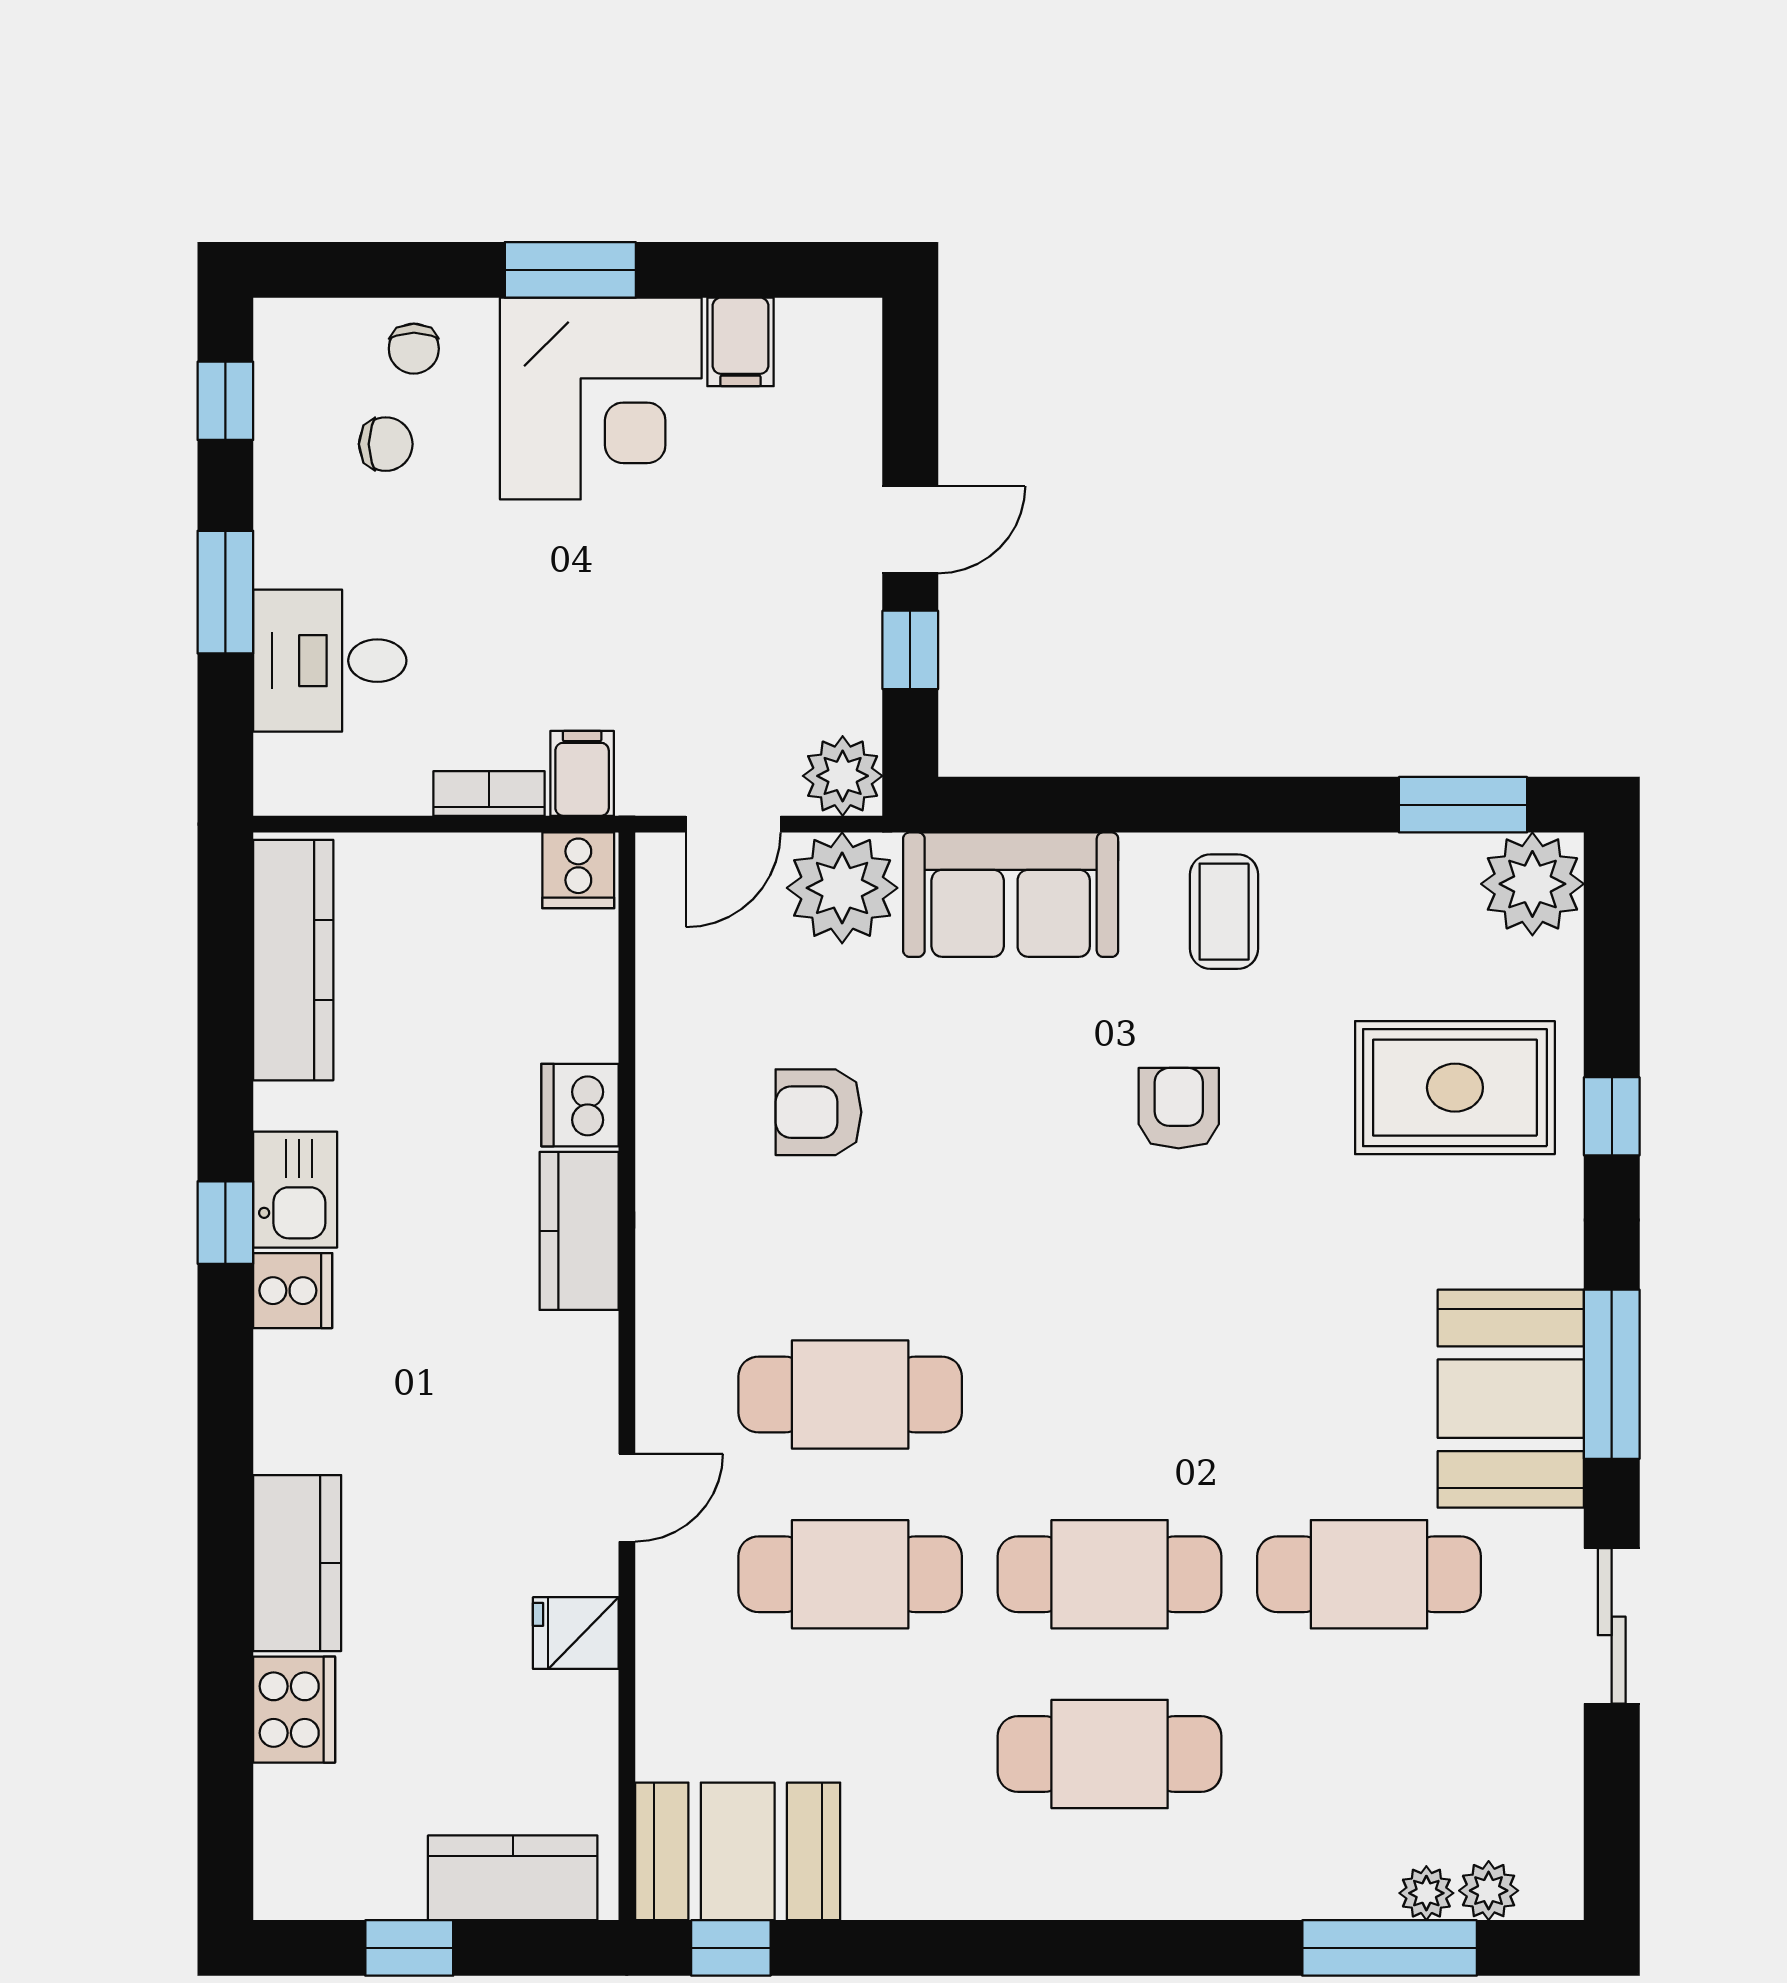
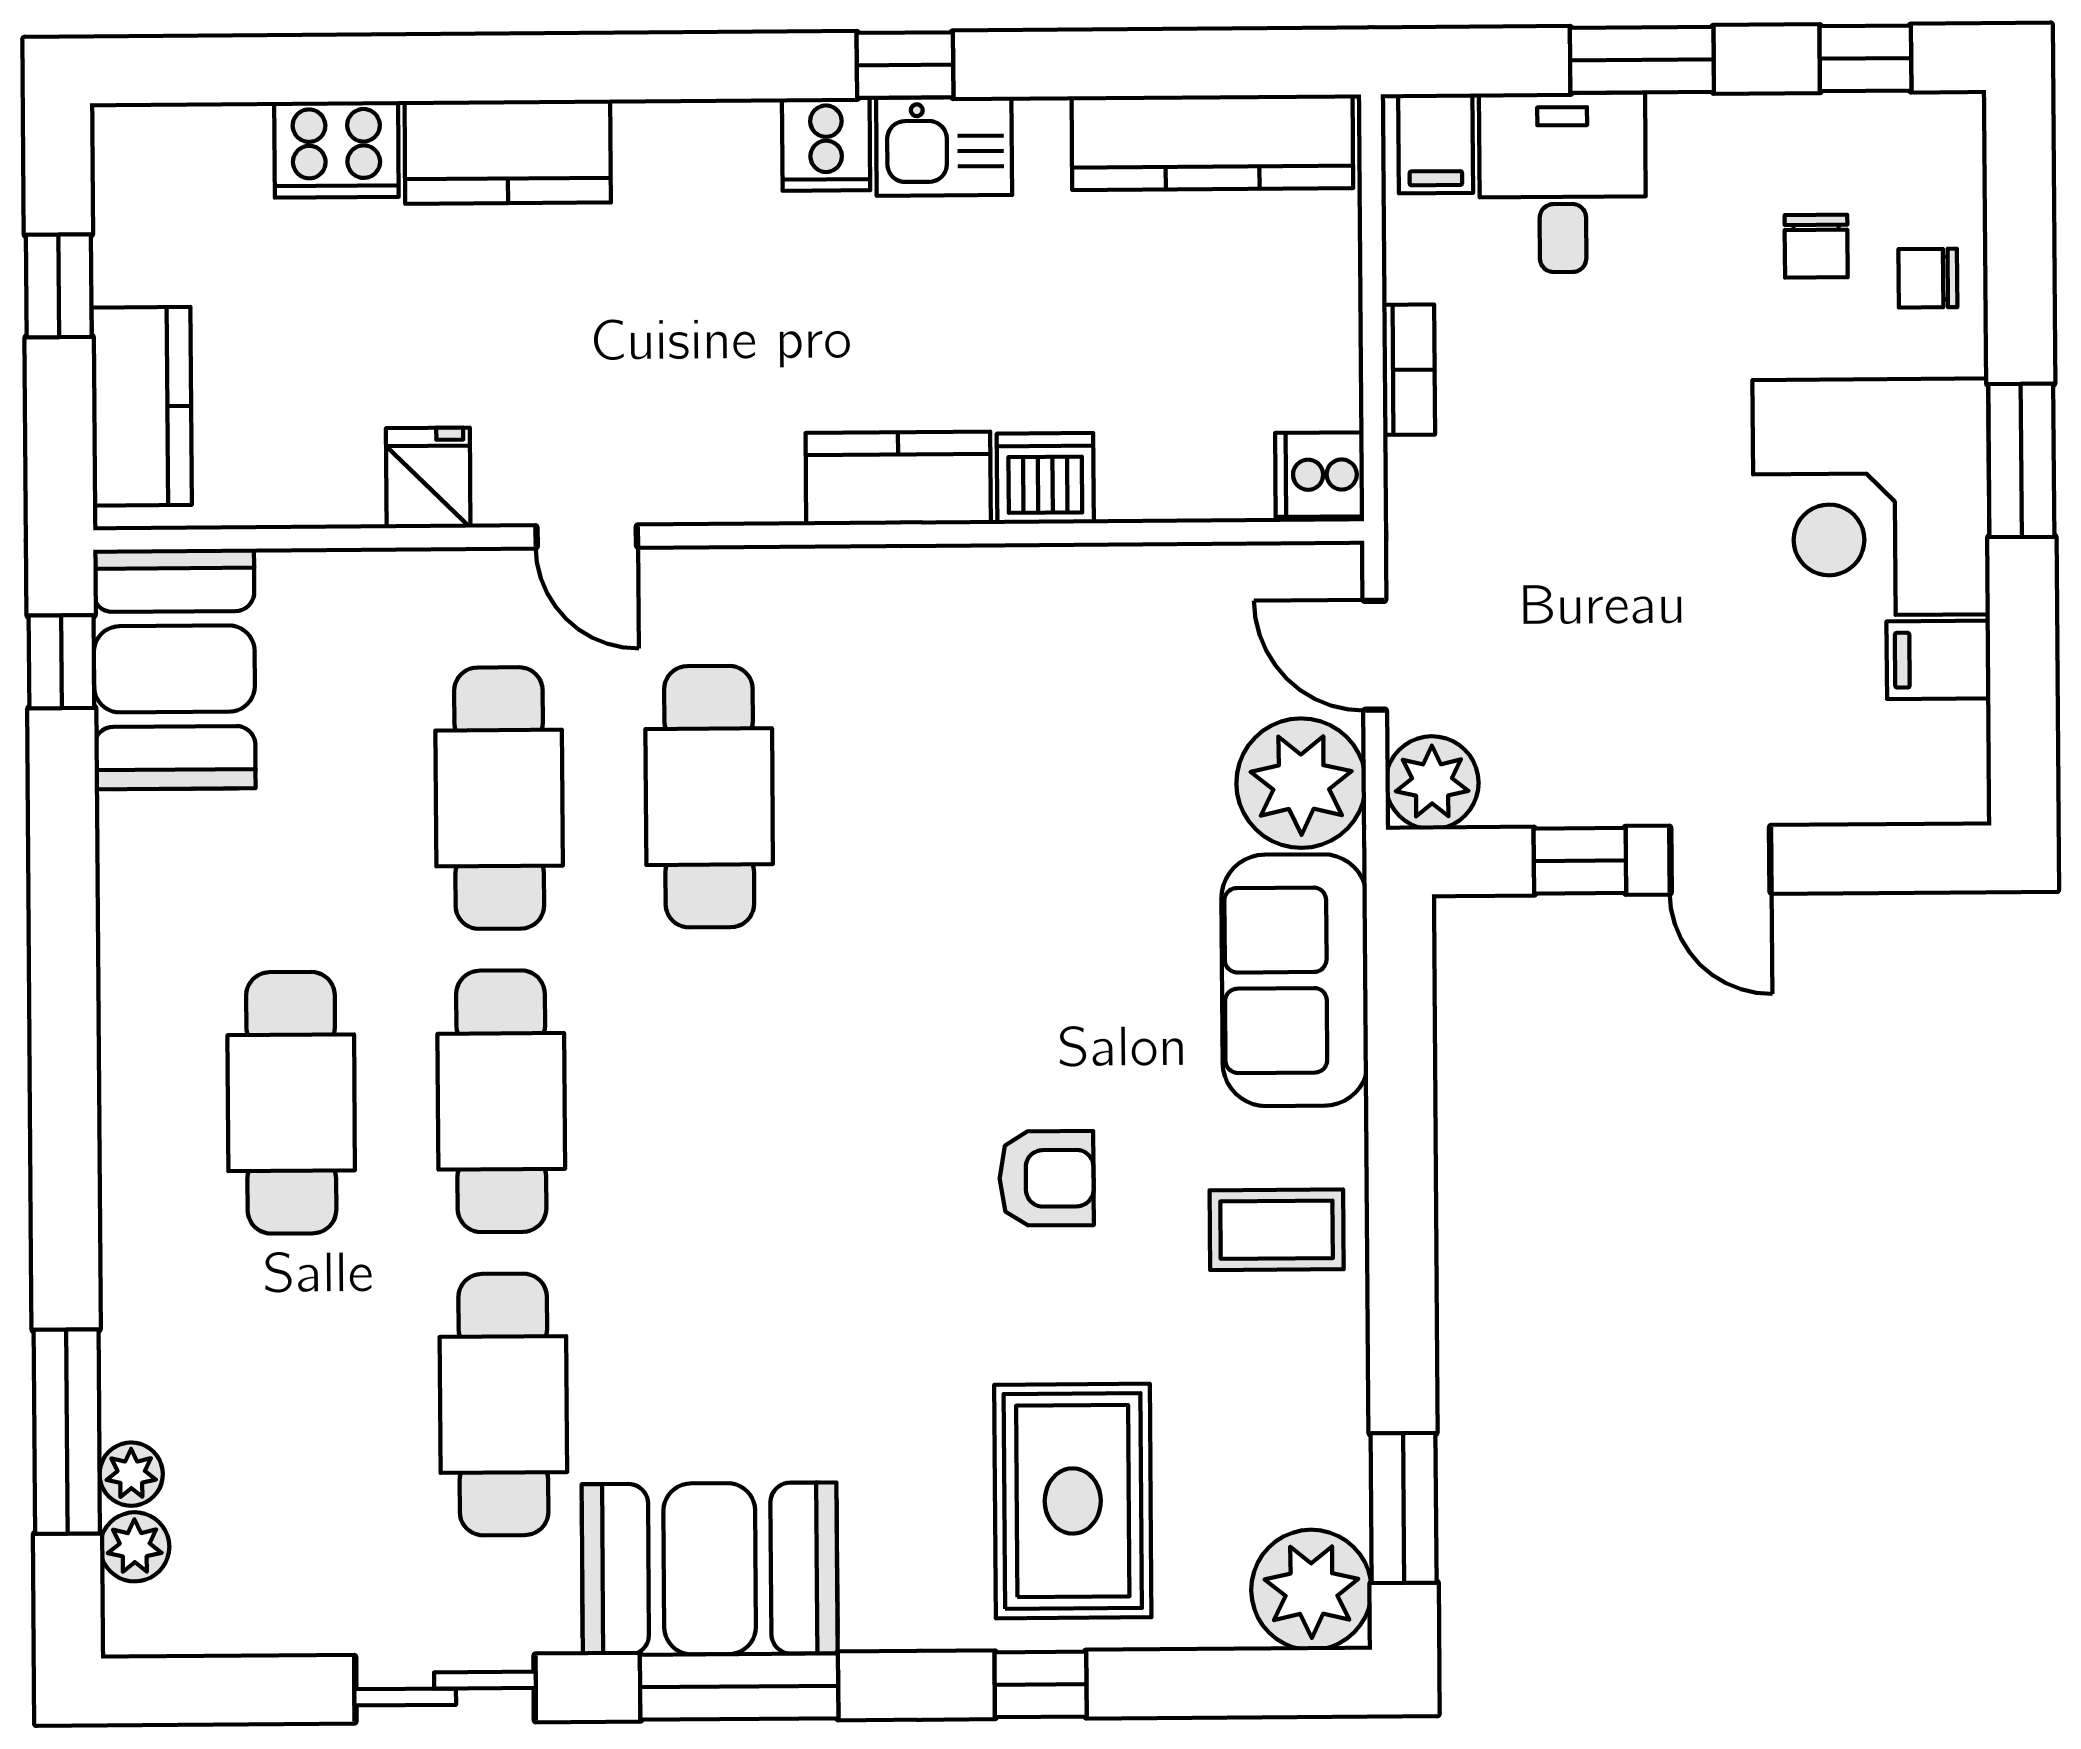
filing cabinet: (582, 773) -> (1436, 143), moved, turned 90
armchair: (818, 1112) -> (1039, 757), removed

